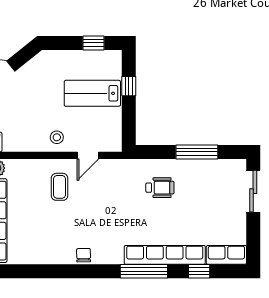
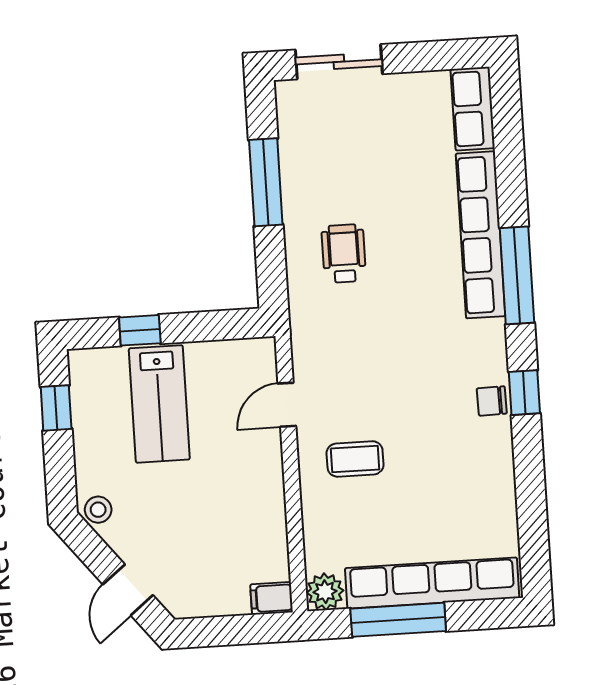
stool: (57, 137) -> (98, 510), moved
door: (88, 155) -> (287, 405), swing flipped
window: (199, 271) -> (524, 393), moved

